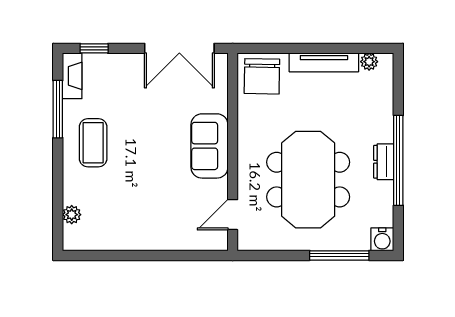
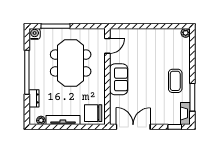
chair: (262, 76) -> (93, 113), turned -91
dresser: (384, 162) -> (34, 98), moved
plant: (72, 215) -> (186, 33), moved

